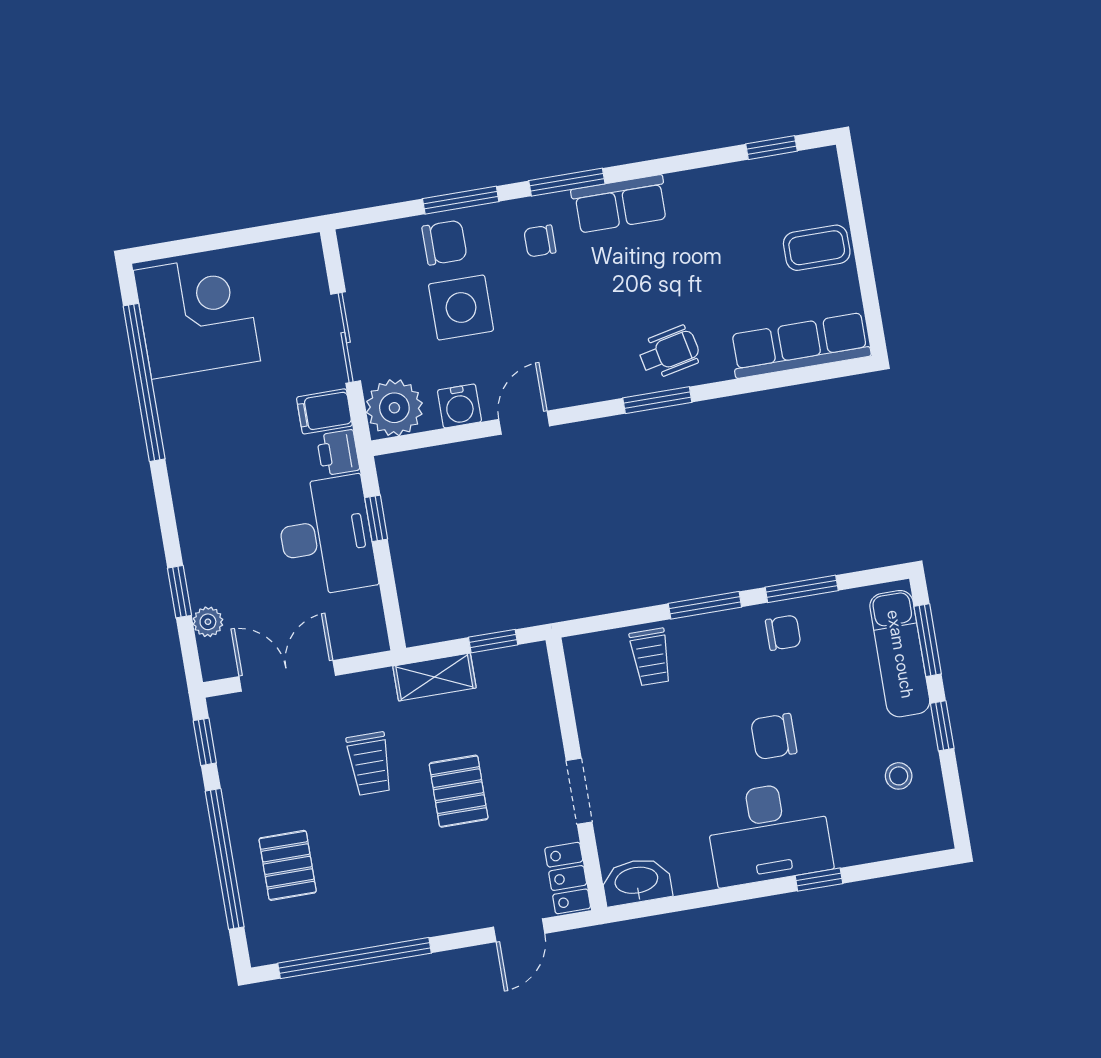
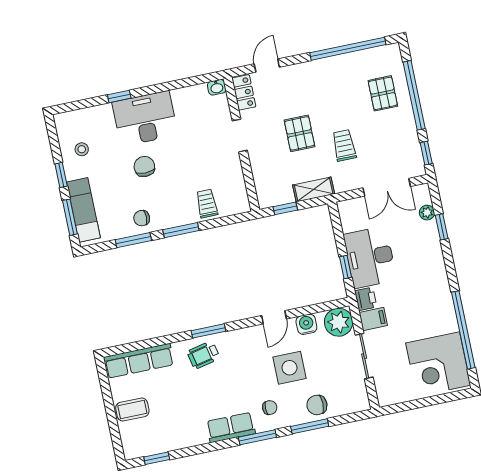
side table: (461, 307) -> (290, 368), moved
chair: (774, 736) -> (144, 166), turned -90
washbasin: (637, 881) -> (217, 87), width x0.52, depth x0.69

